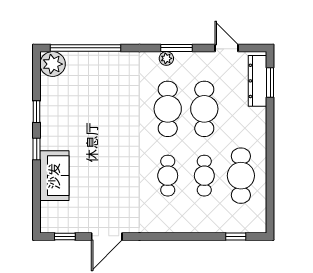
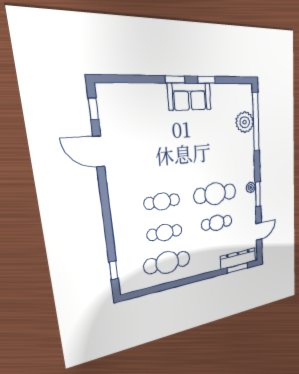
plant: (53, 64) -> (245, 122), moved
cafe table: (204, 109) -> (217, 223), width x0.73, depth x0.74
sofa: (54, 176) -> (190, 97), moved

